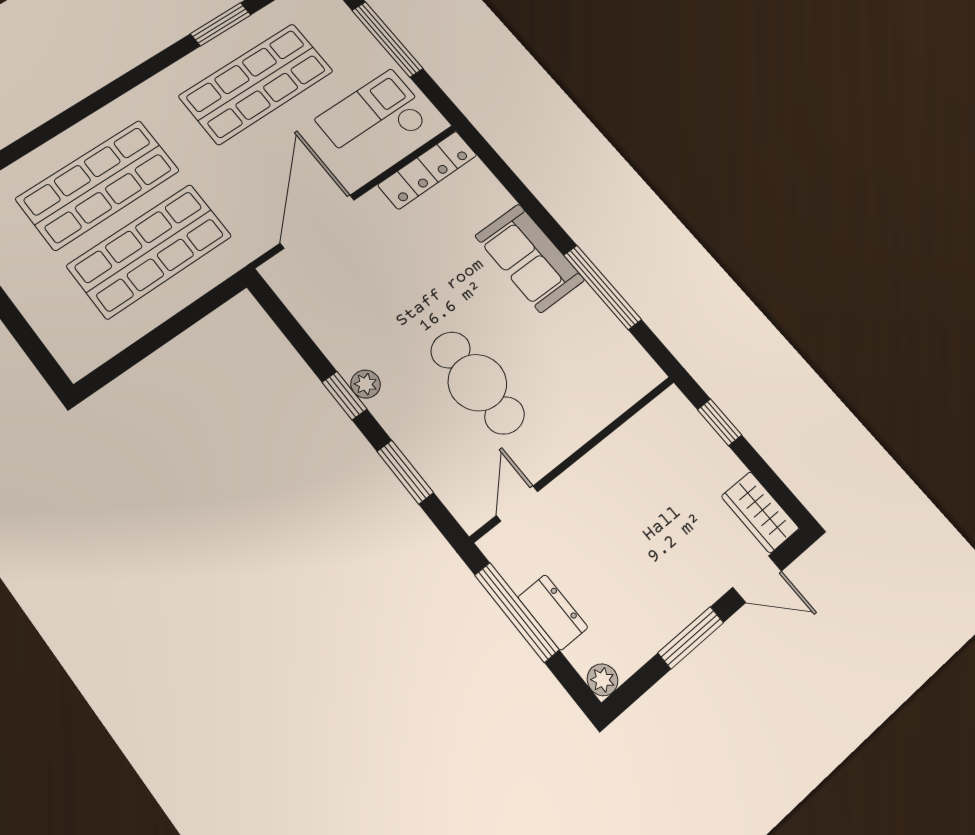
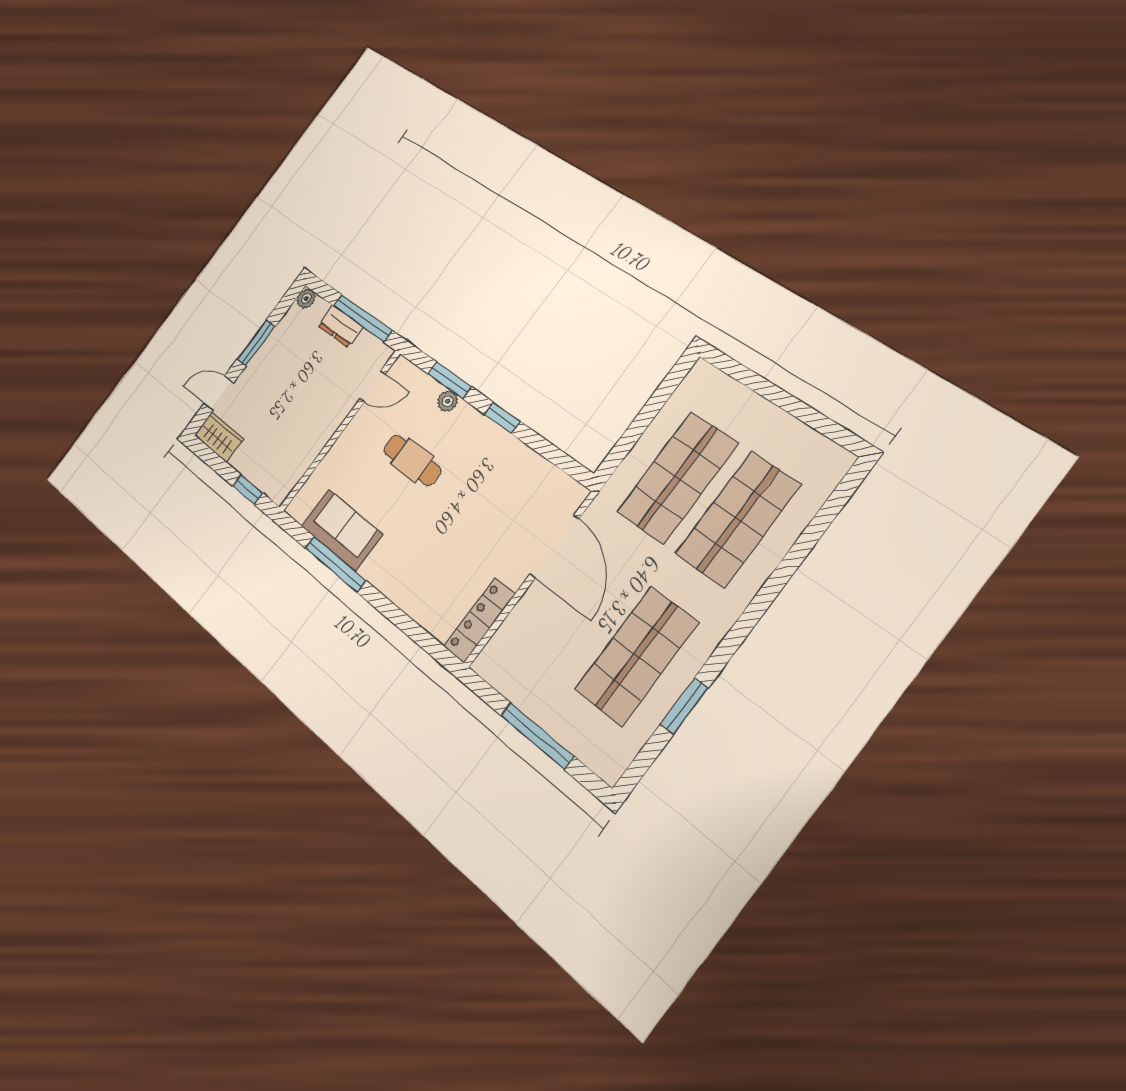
checkout: (374, 119) -> (531, 653), removed
sofa: (530, 258) -> (342, 530), moved
cafe table: (477, 383) -> (412, 460), width x0.73, depth x0.74
plant: (366, 384) -> (448, 401), moved
door: (517, 503) -> (373, 386), hinge flipped

